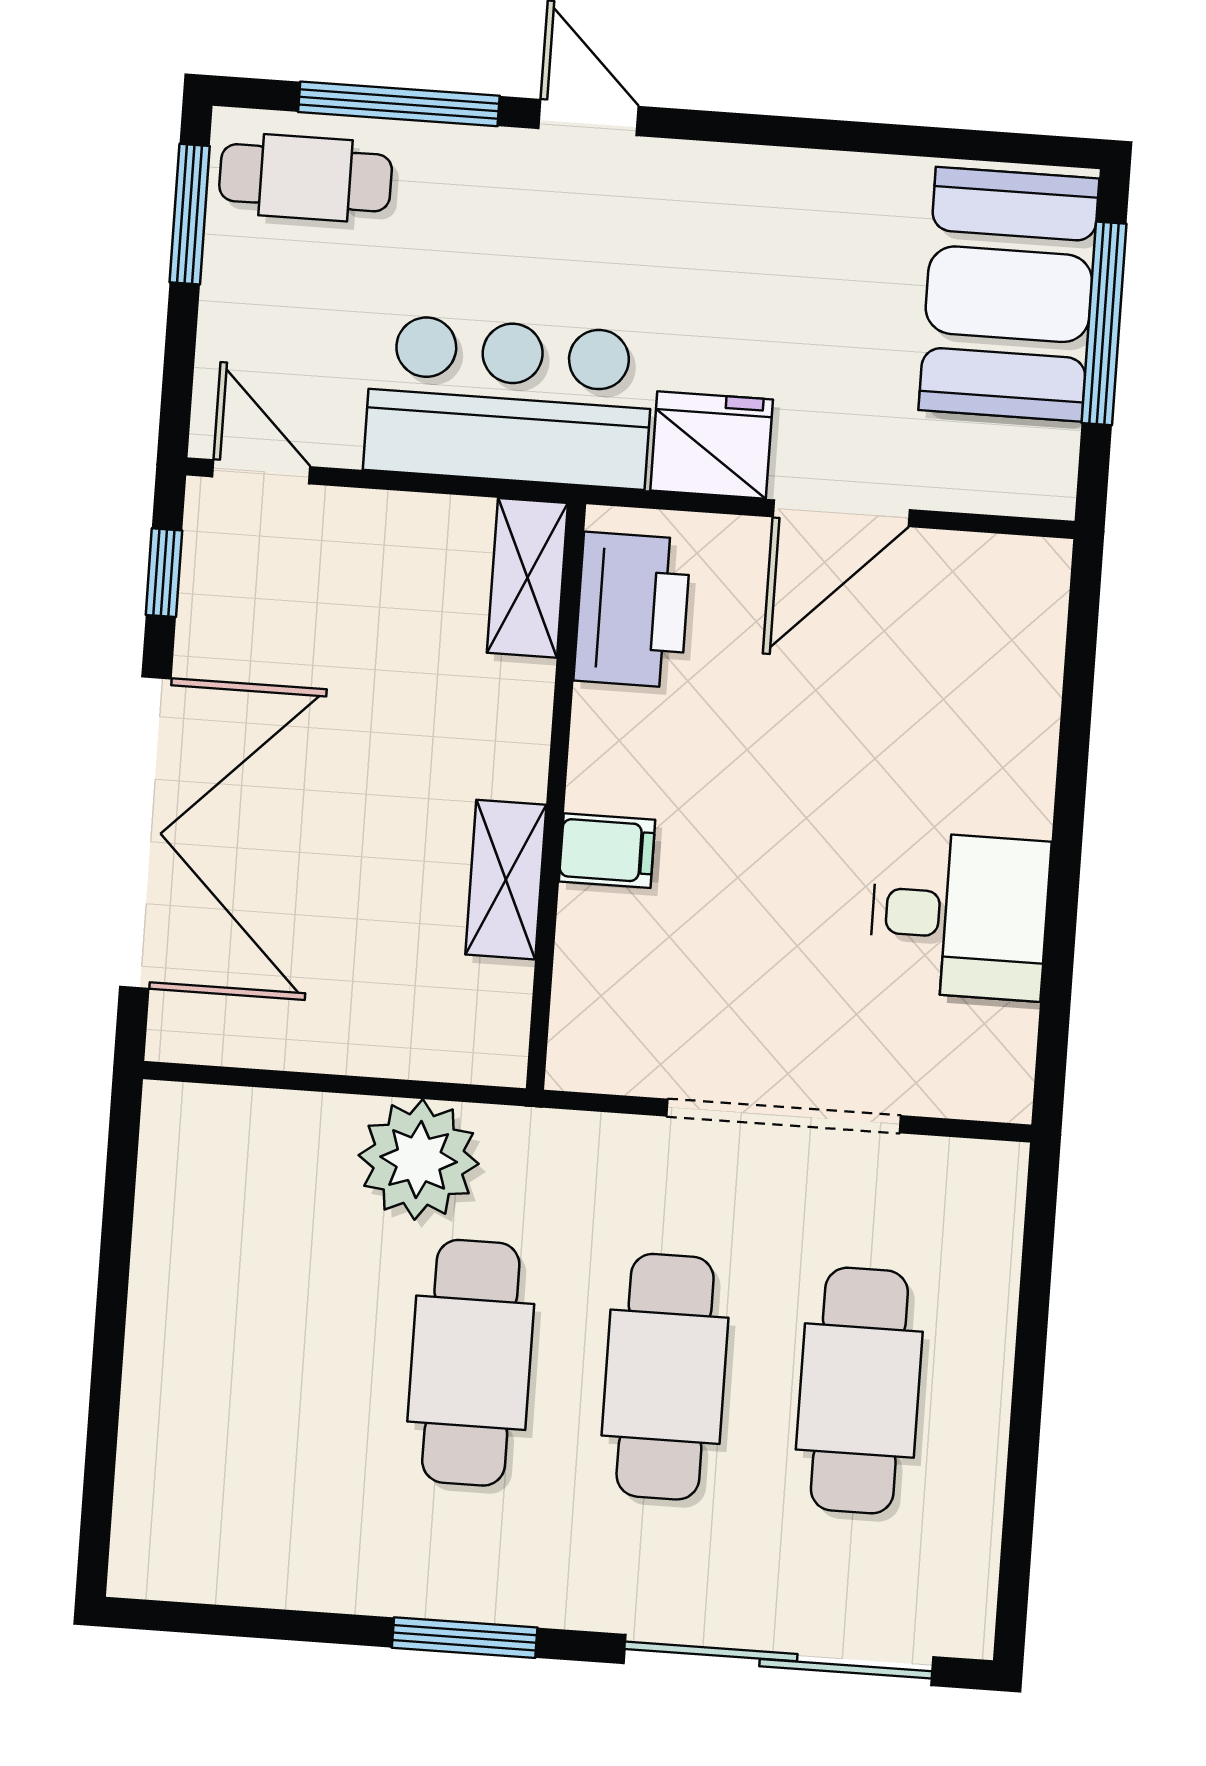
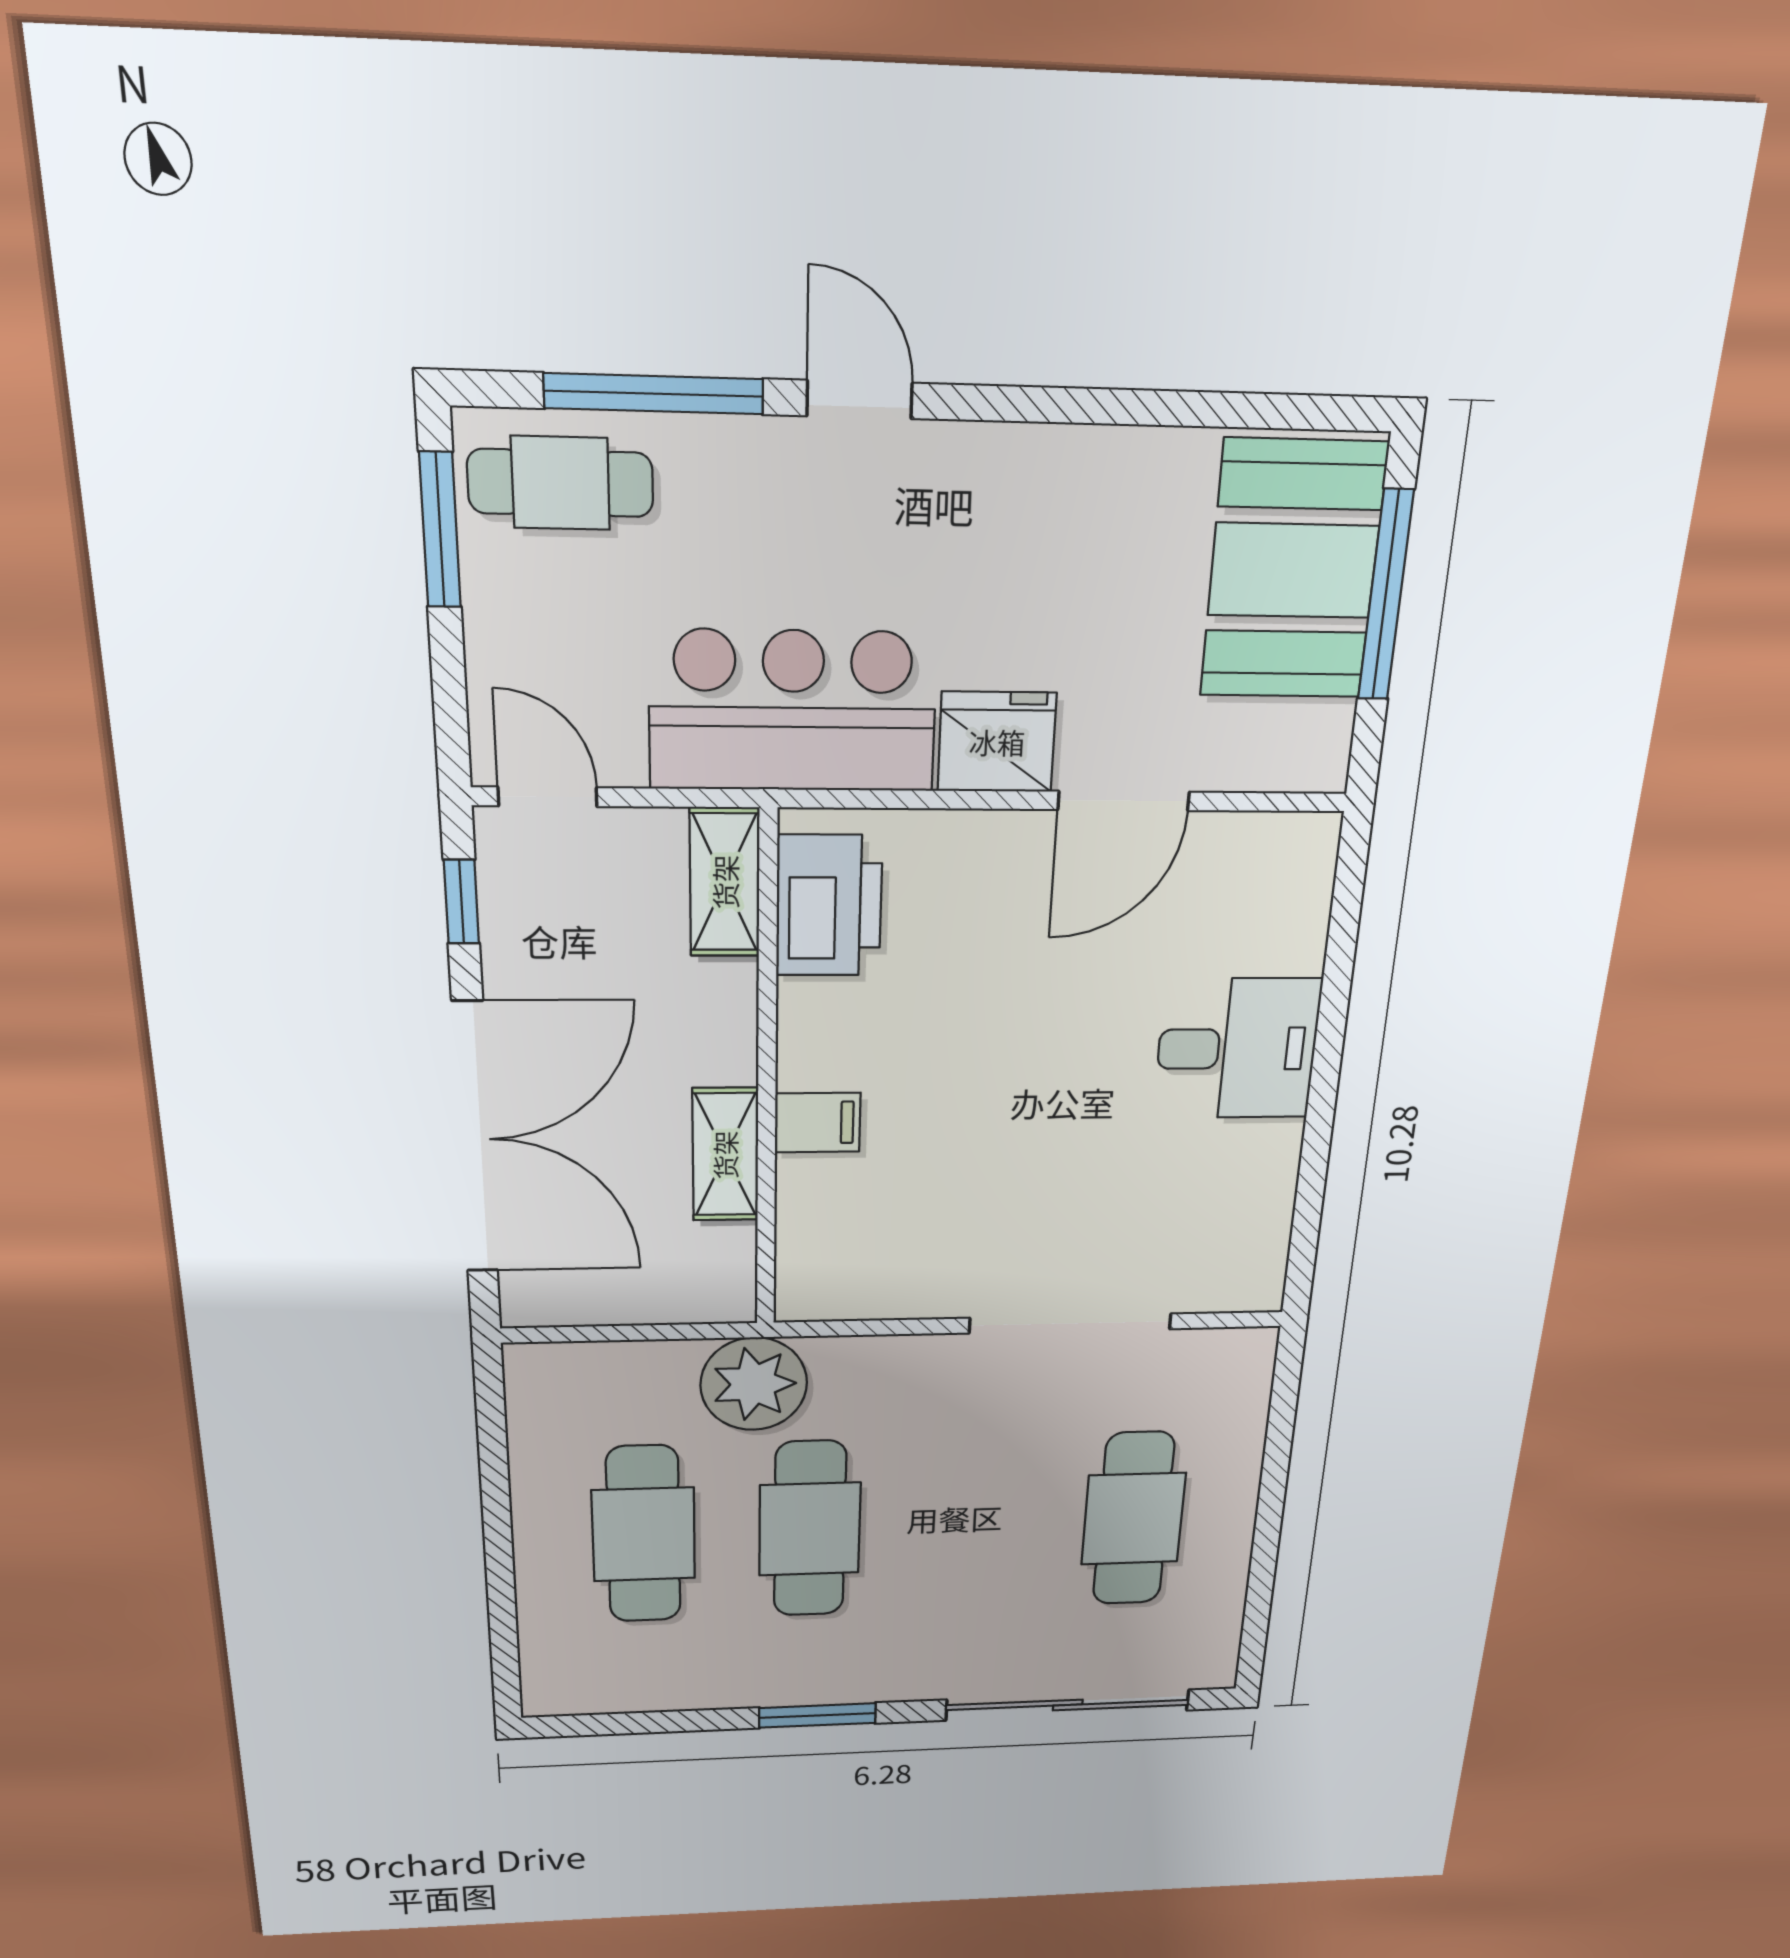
shelving: (527, 578) -> (725, 882), moved
printer: (632, 610) -> (829, 906), moved
wall: (556, 796) -> (767, 1079), moved
filing cabinet: (607, 851) -> (818, 1123), moved
shelving: (506, 880) -> (725, 1155), moved
desk: (959, 916) -> (1237, 1049), moved
cafe table: (665, 1377) -> (644, 1534), moved

